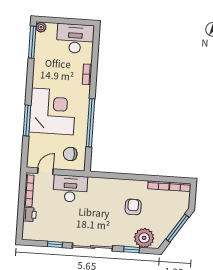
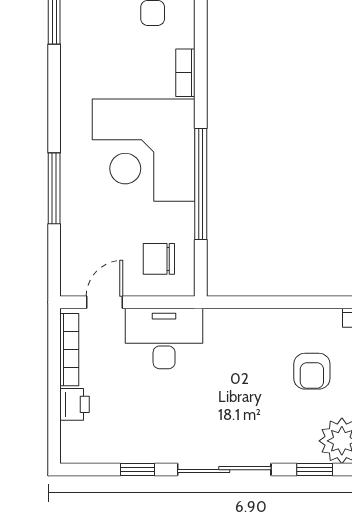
corner desk: (52, 111) -> (144, 150), moved, turned 180
armchair: (133, 207) -> (312, 371), turned 180

